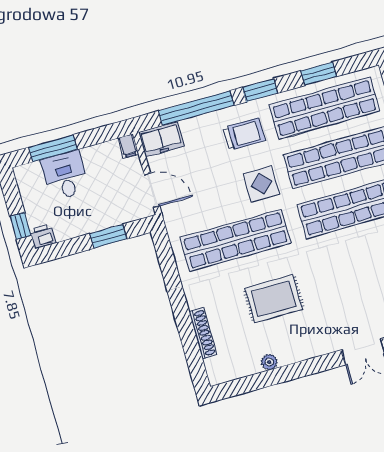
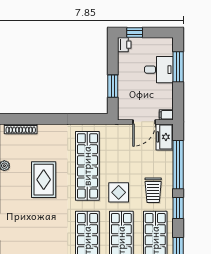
door: (152, 190) -> (144, 122), moved
shoe rack: (203, 333) -> (21, 129), moved

